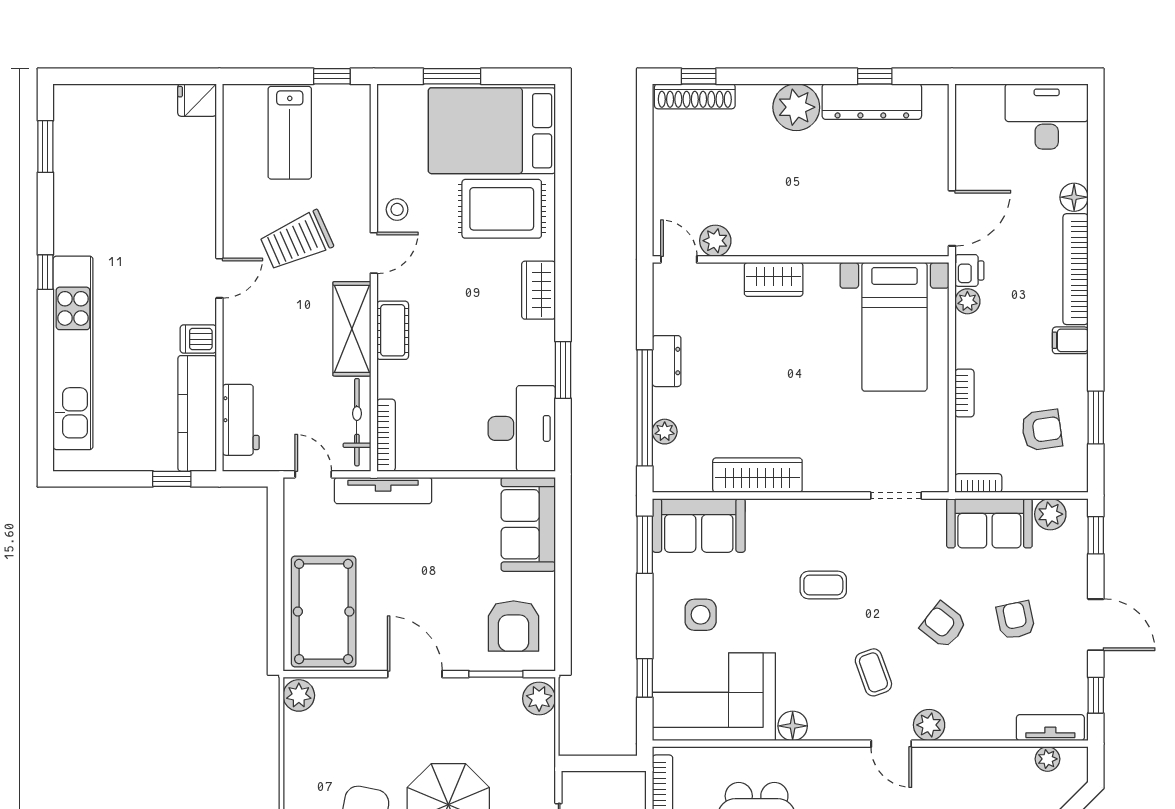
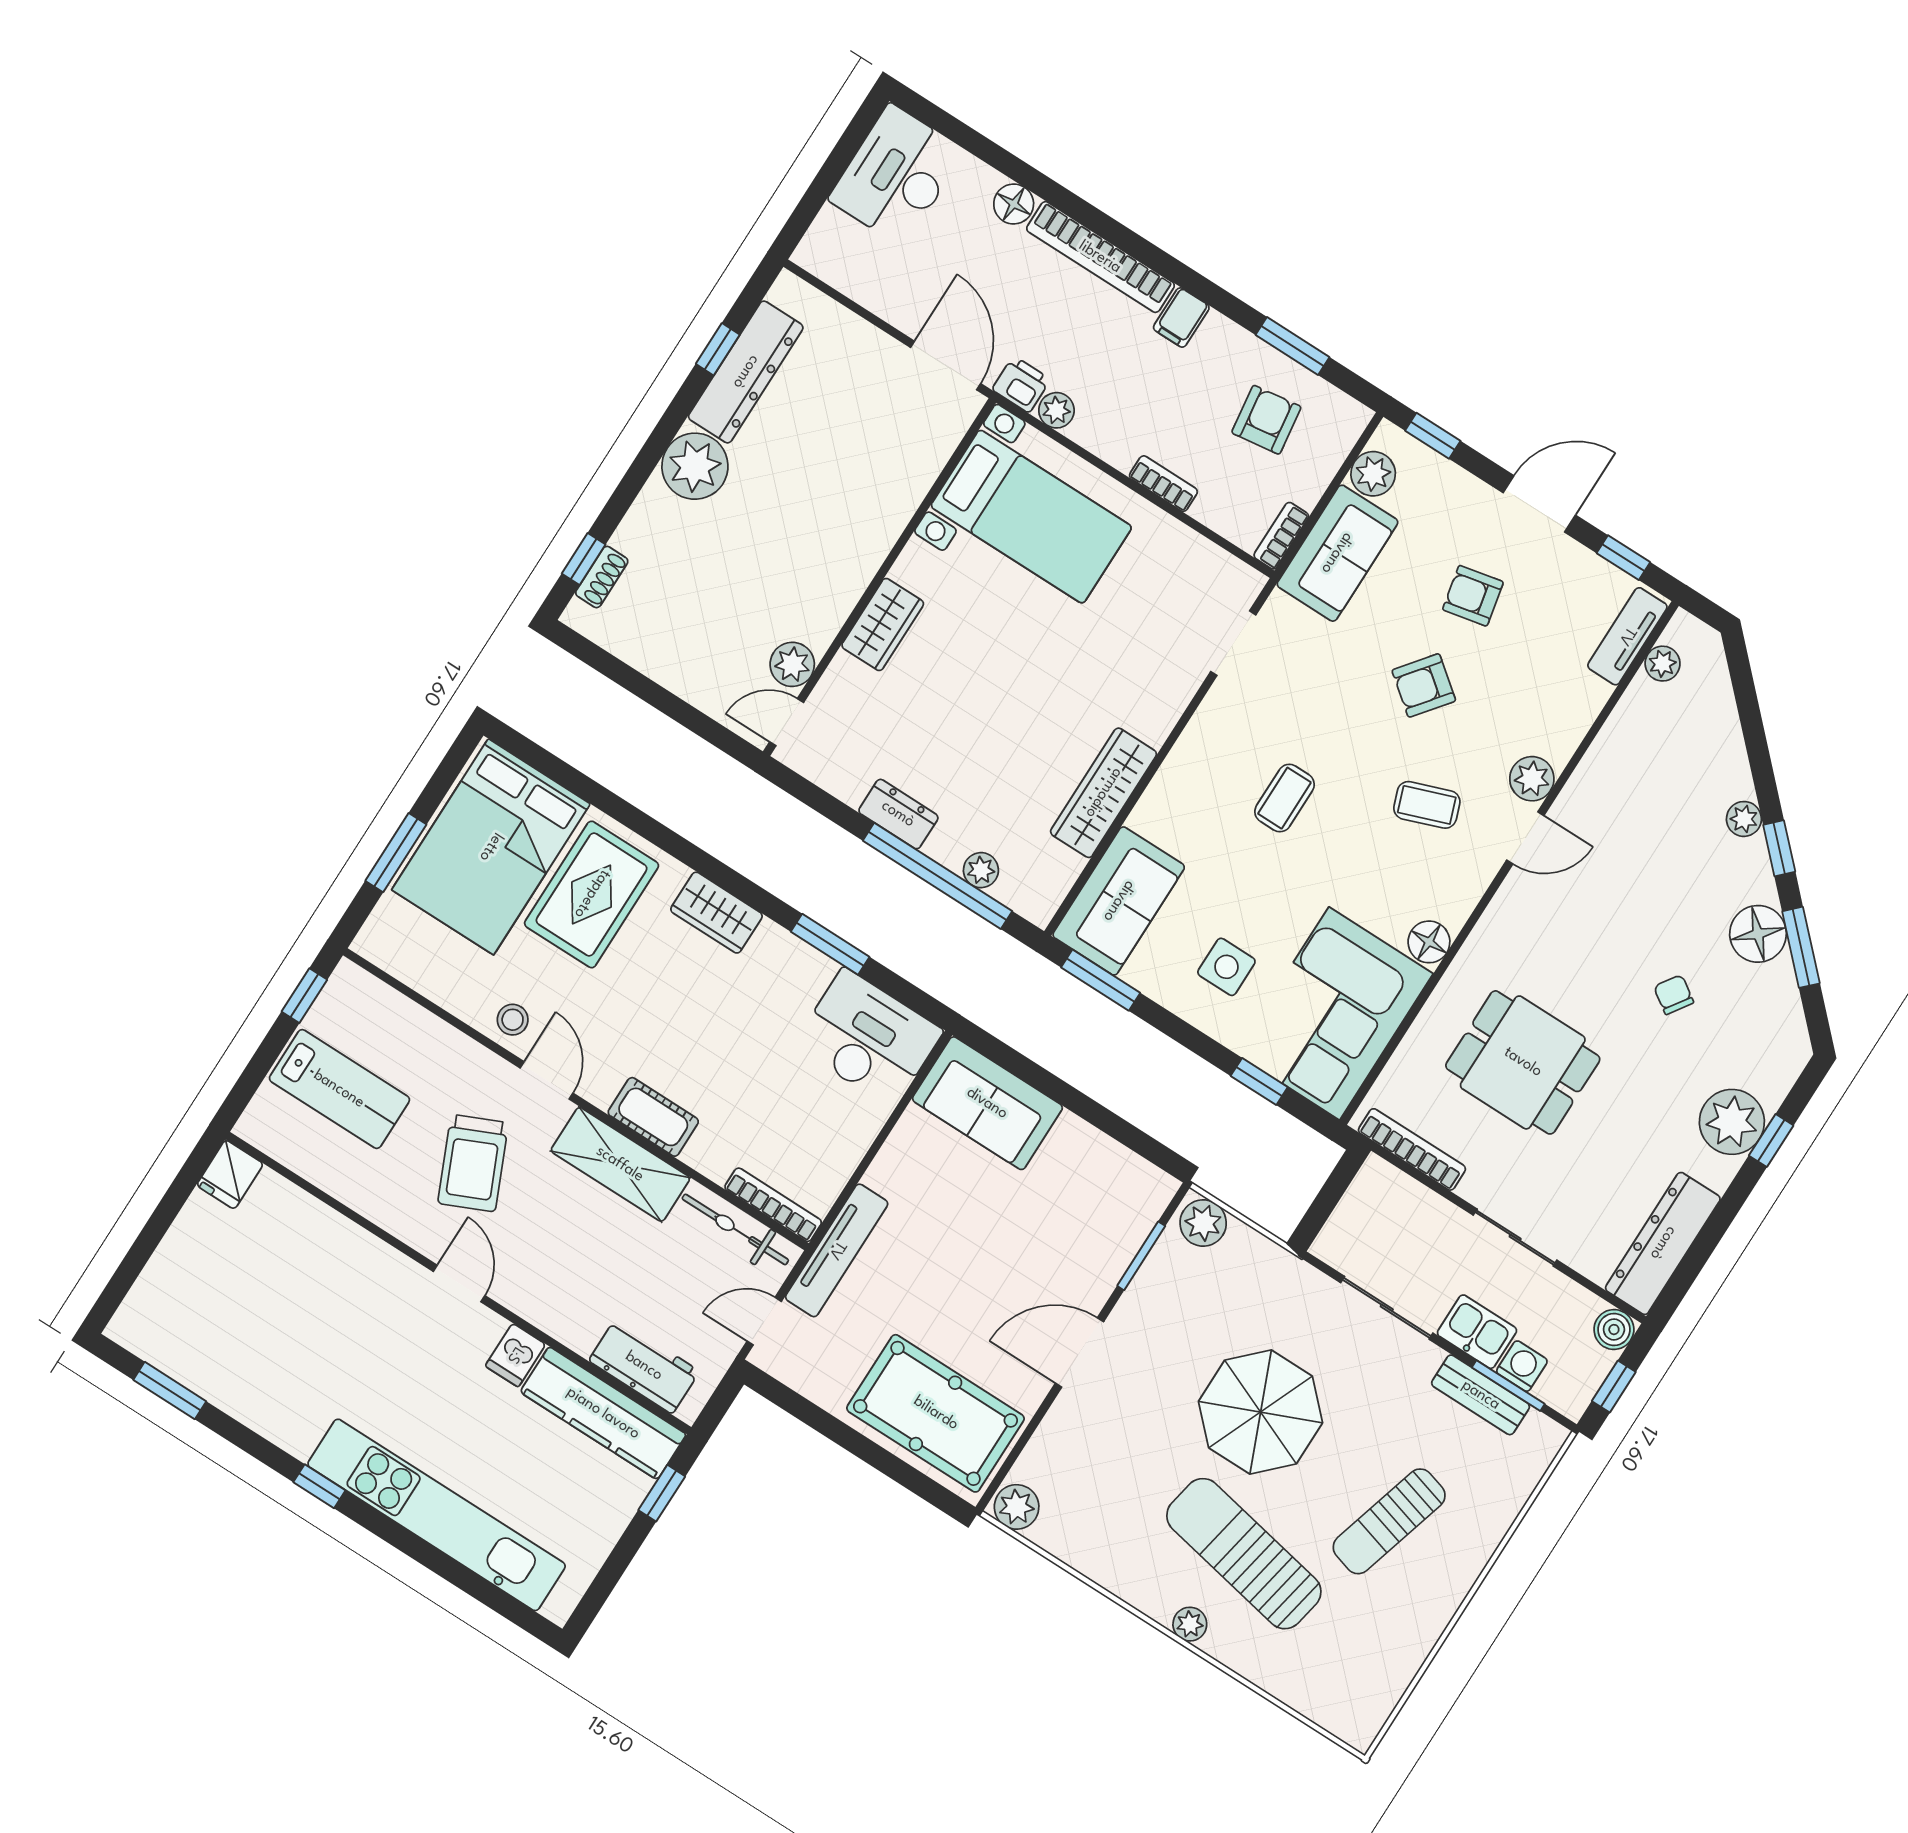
shoe rack: (695, 96) -> (602, 577), width x0.51, depth x0.81
armchair: (514, 626) -> (1097, 1198), removed

